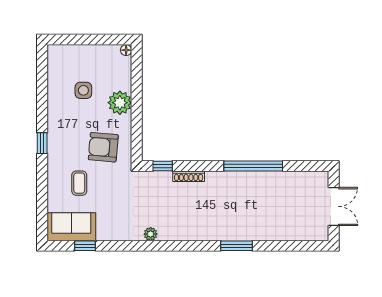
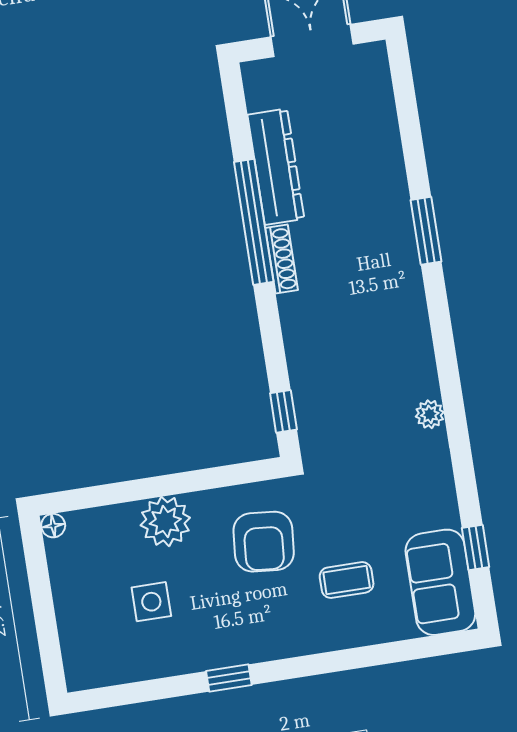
window: (42, 143) -> (229, 678), moved
shoe rack: (189, 176) -> (282, 259), moved
dresser: (277, 180) -> (276, 167), added

